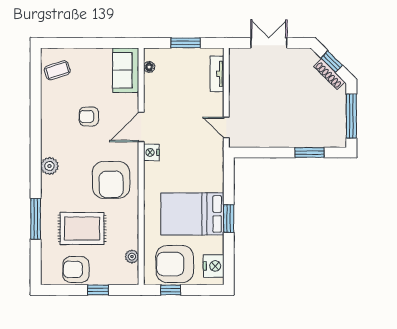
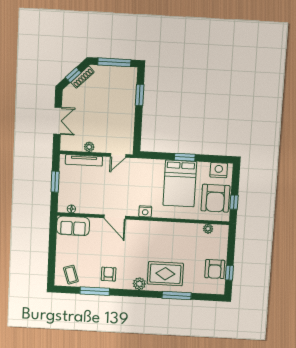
double door: (269, 43) -> (58, 121), swing flipped
tv unit: (217, 74) -> (84, 160), width x1.41
plant: (236, 87) -> (89, 147), added
window: (36, 104) -> (95, 291), added
armchair: (89, 117) -> (109, 274), moved, turned 180
nightstand: (151, 152) -> (145, 211), moved
armchair: (111, 180) -> (152, 241), removed
rug: (82, 228) -> (165, 274), moved, turned 90
window: (98, 290) -> (229, 273), moved

